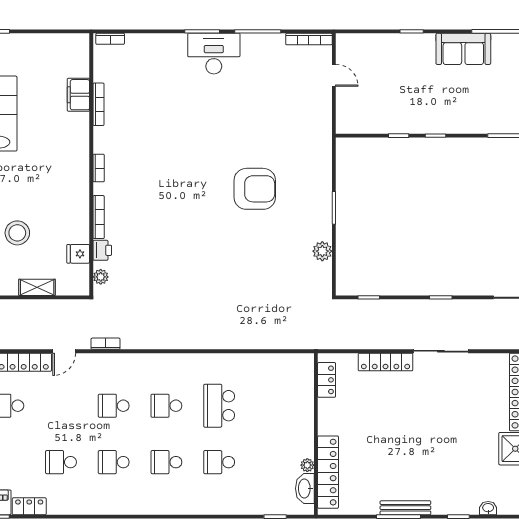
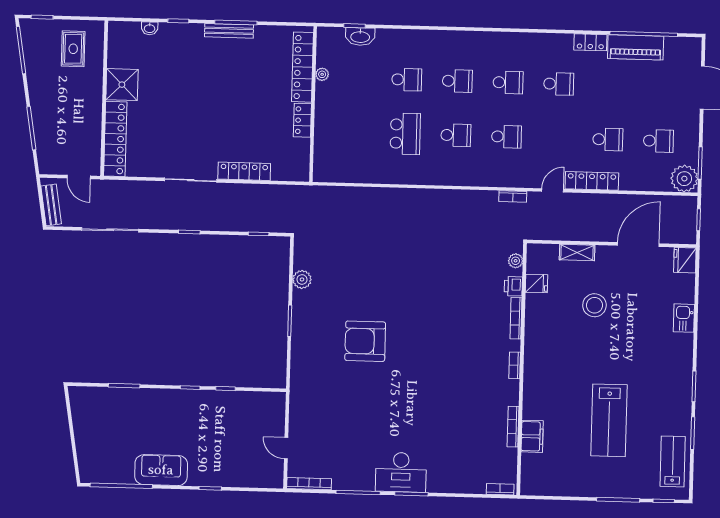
locker: (327, 380) -> (302, 120), moved
washbasin: (305, 488) -> (360, 37), moved, turned 90

